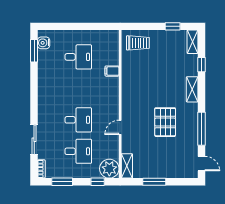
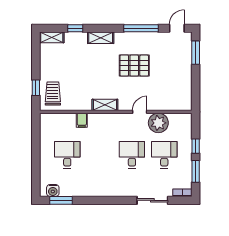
window: (173, 26) -> (36, 88), moved
door: (120, 127) -> (140, 112), swing flipped
shelving: (127, 166) -> (105, 105), moved
plant: (109, 169) -> (158, 123), moved
window: (98, 182) -> (196, 146), moved
window: (154, 182) -> (196, 53), moved

